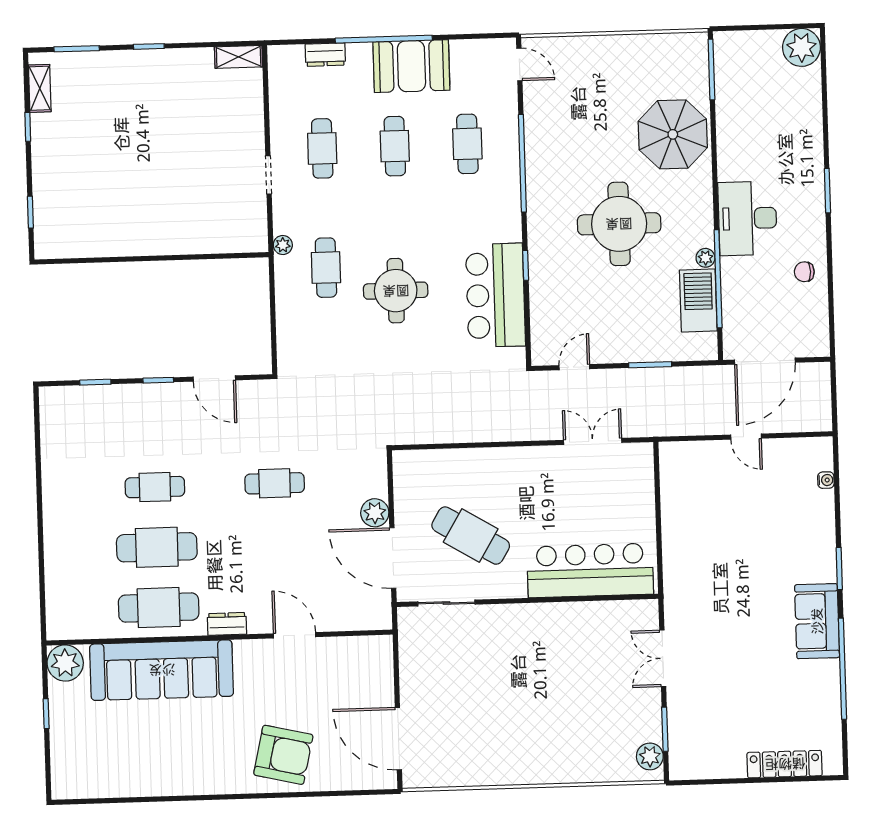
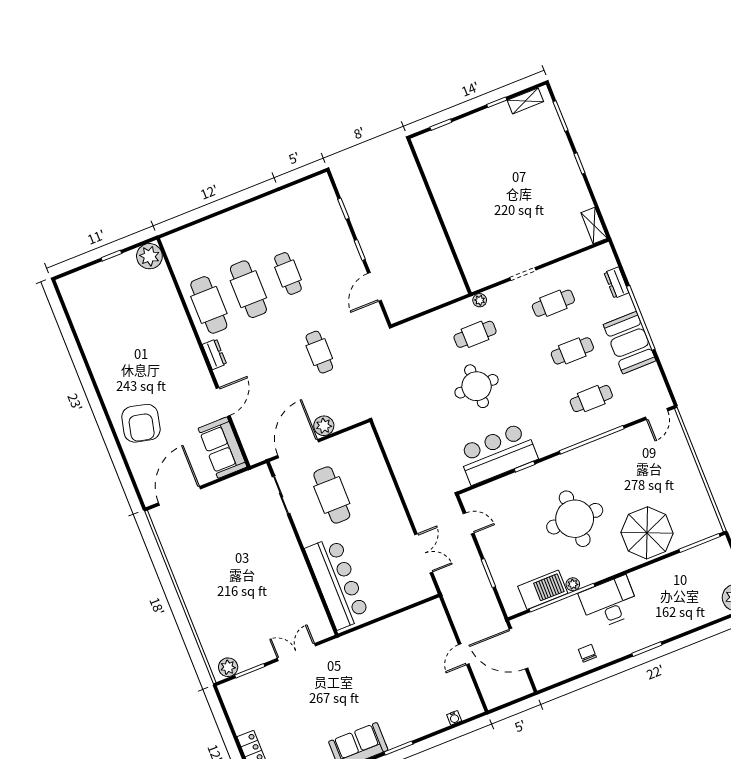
cafe table: (471, 536) -> (332, 495), turned -31
sofa: (162, 670) -> (223, 448), moved, width x0.54, depth x0.79

